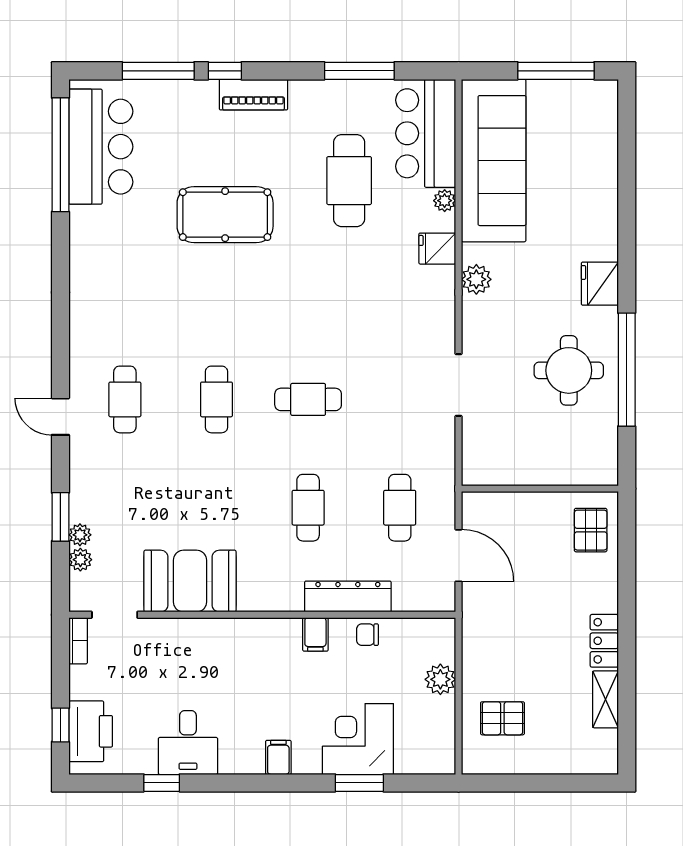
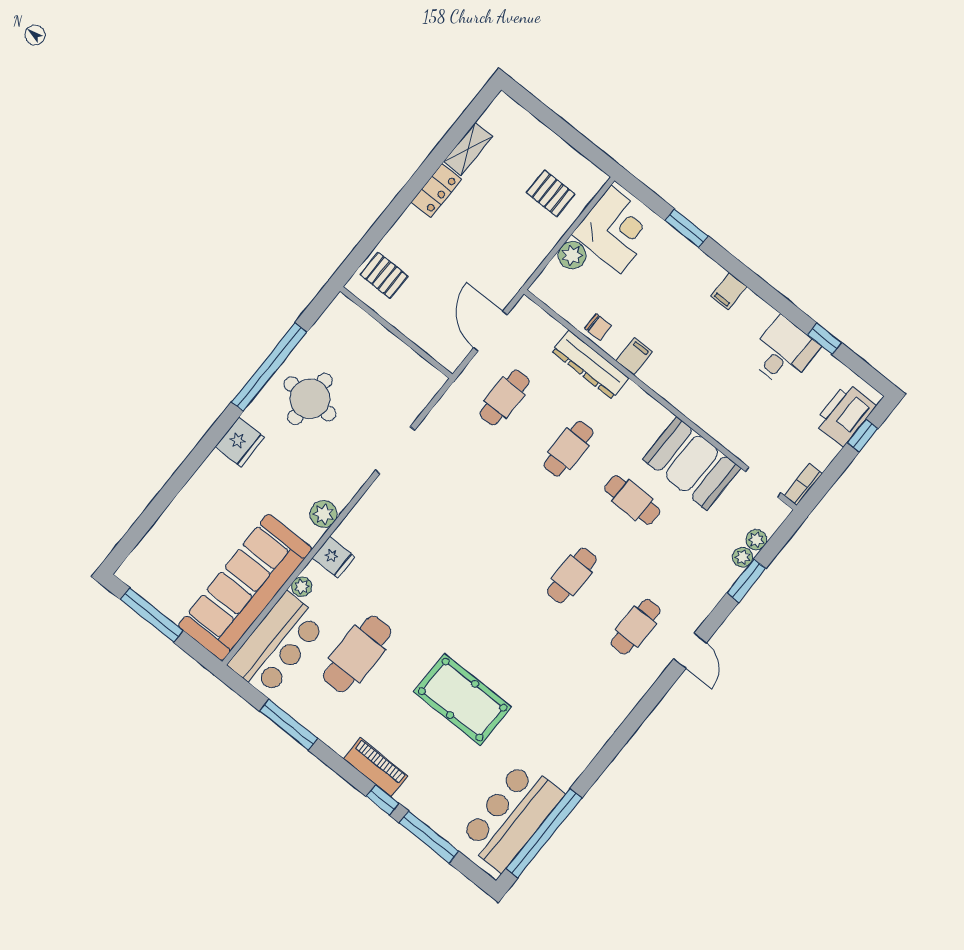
cafe table: (308, 399) -> (632, 500), moved
pallet: (591, 530) -> (384, 275), turned 90
corner desk: (358, 739) -> (616, 229), moved, turned -90

